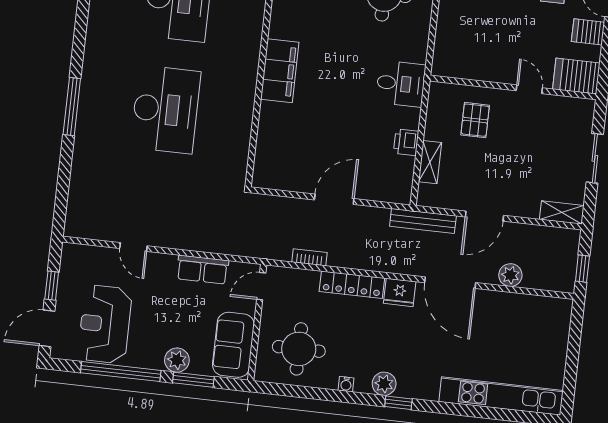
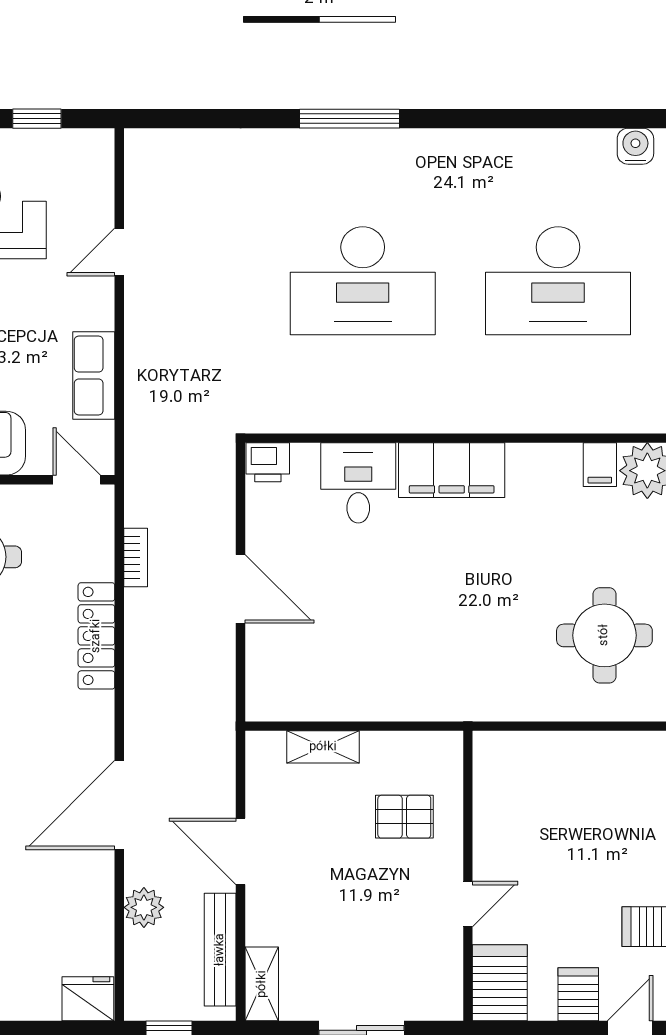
desk: (401, 84) -> (358, 483), moved, turned 180
printer: (406, 142) -> (268, 462), moved, turned 180
bench: (423, 221) -> (220, 950), moved
fridge: (400, 292) -> (88, 999), moved, turned 90

